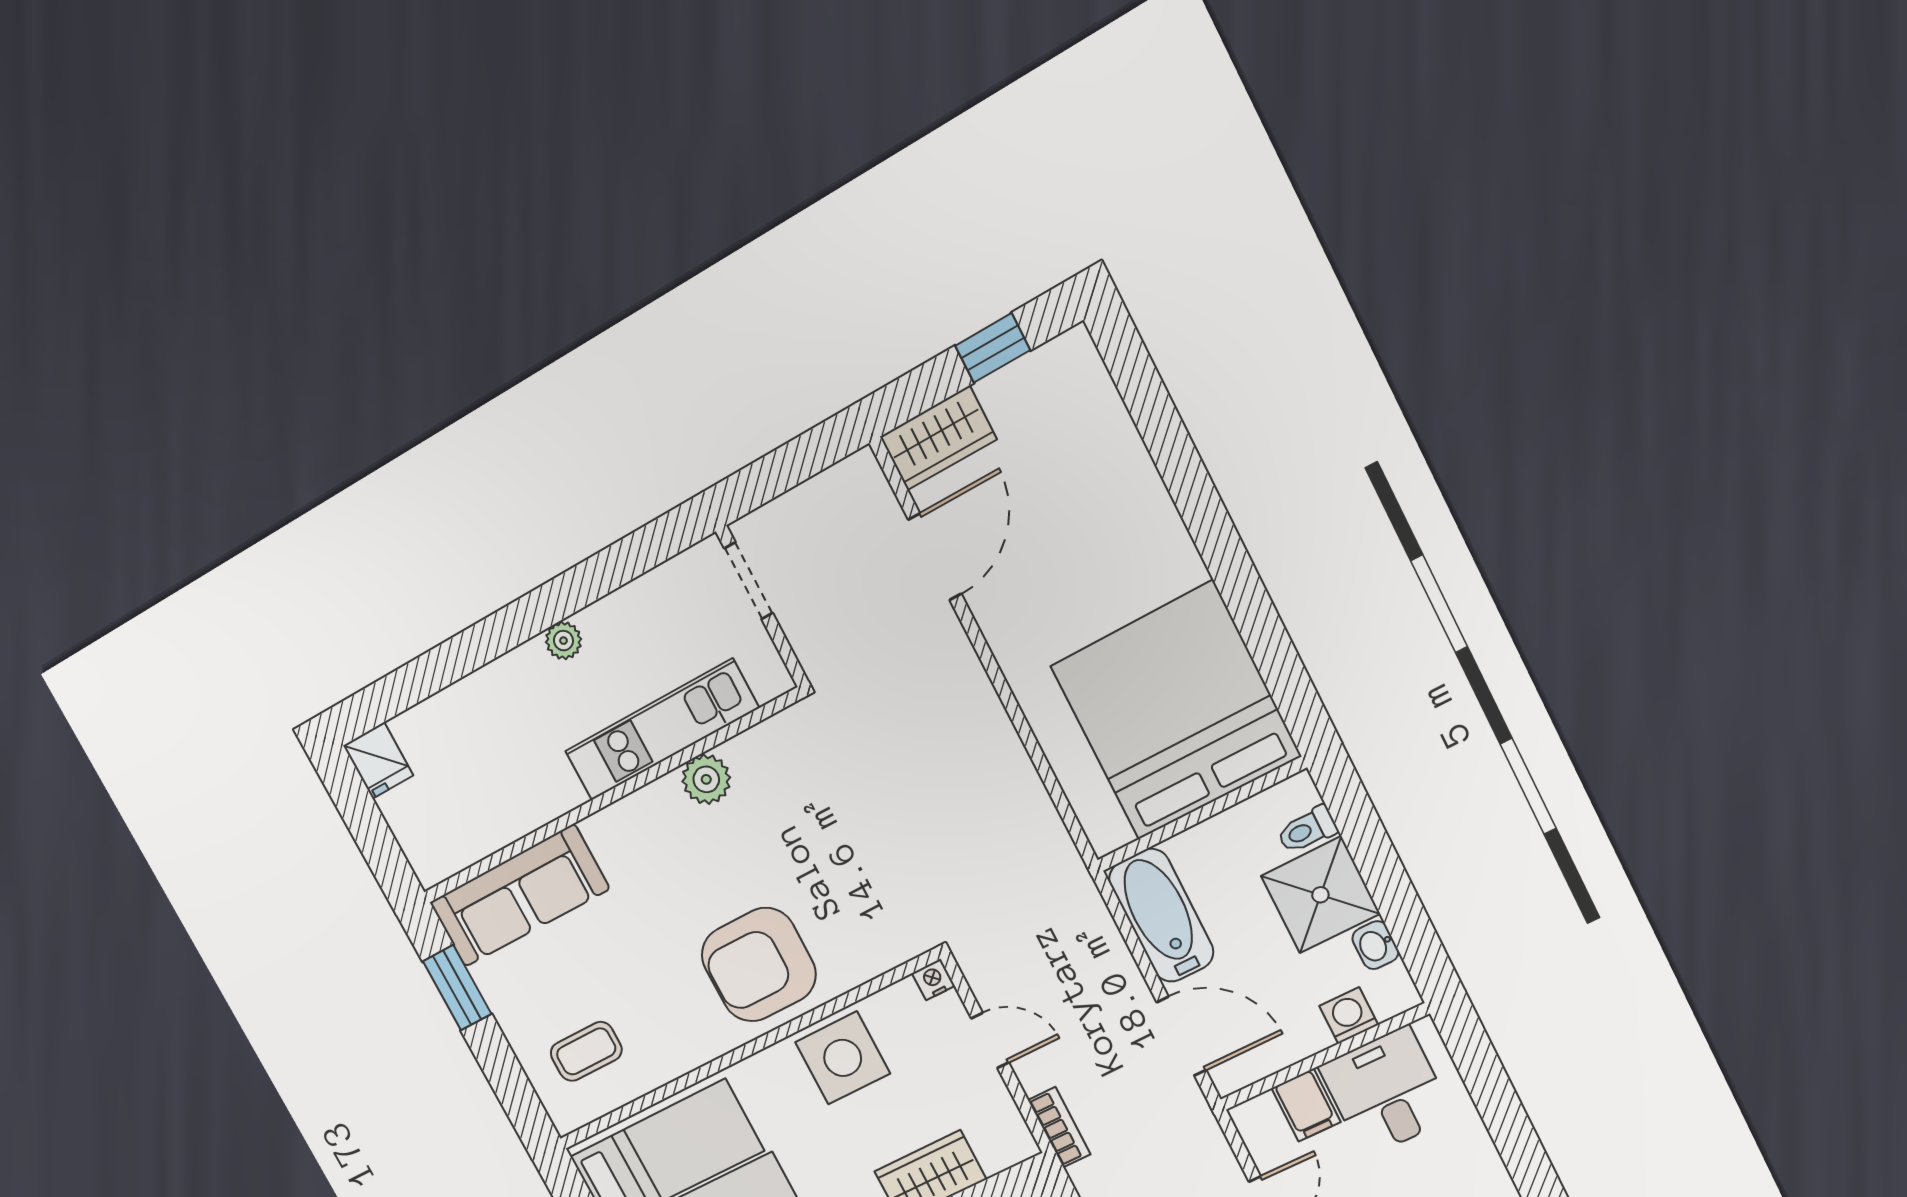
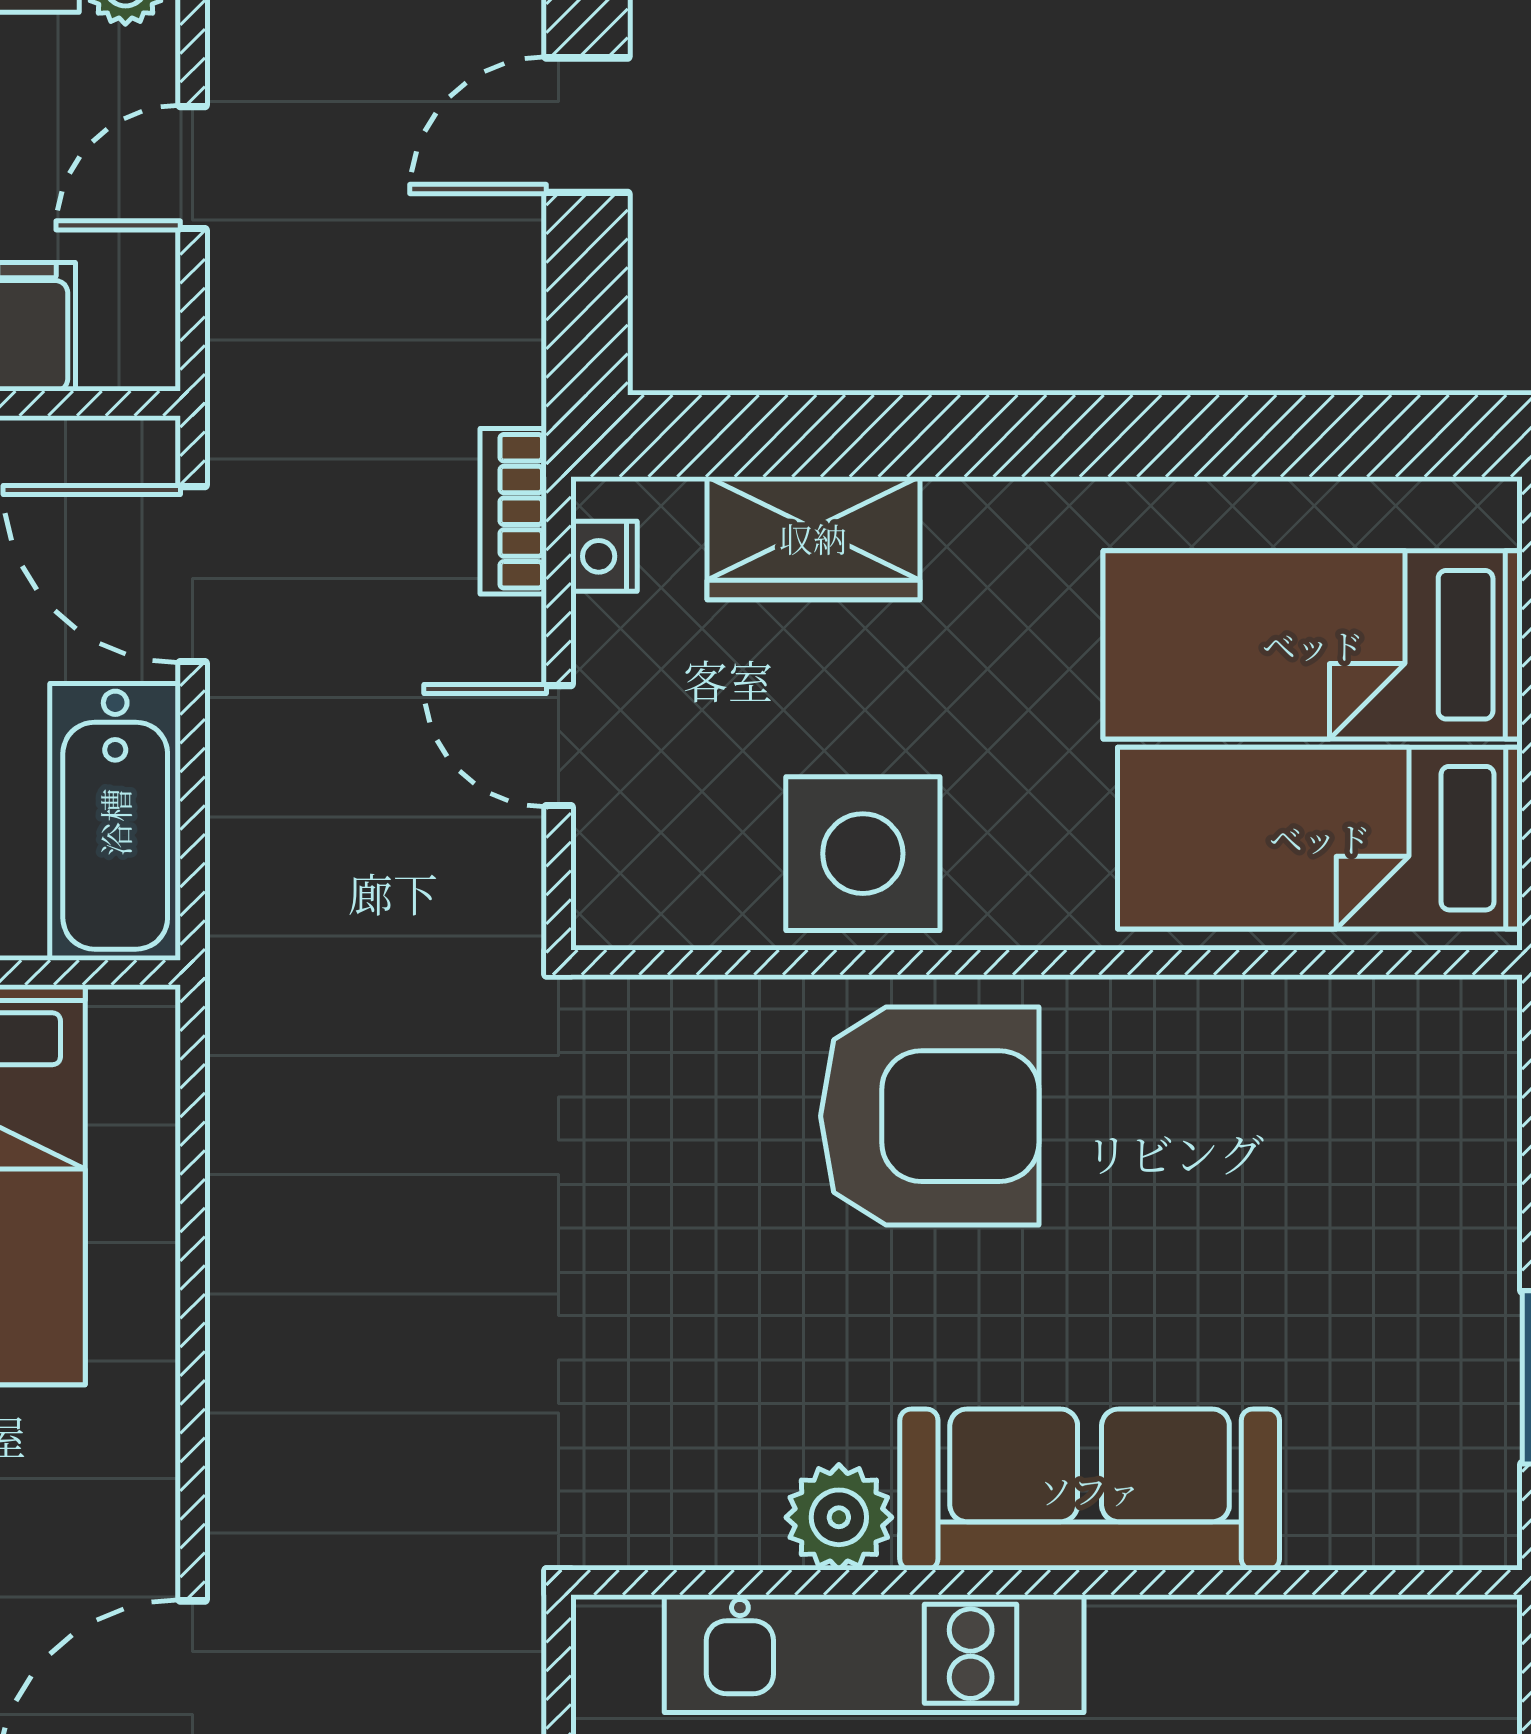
sofa: (519, 896) -> (1090, 1490), moved
nightstand: (933, 979) -> (604, 556), moved, turned 90
coffee table: (586, 1051) -> (1370, 1121), removed

